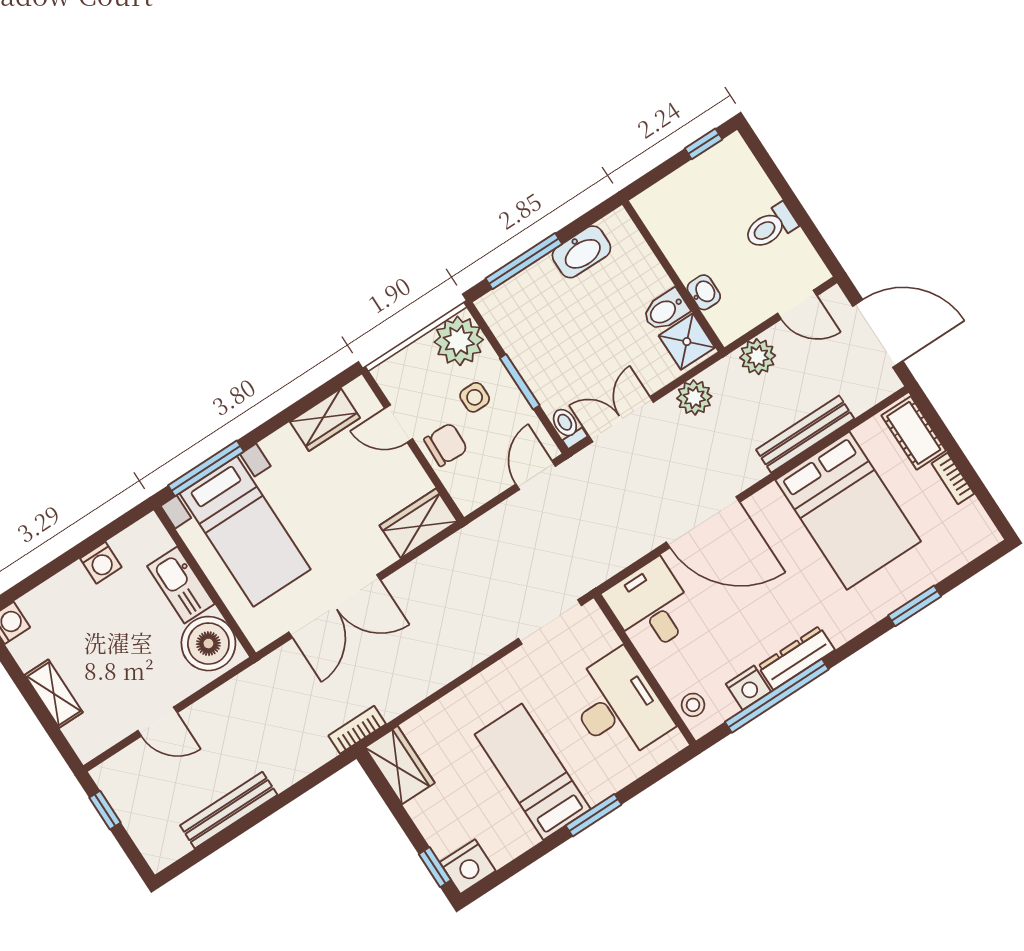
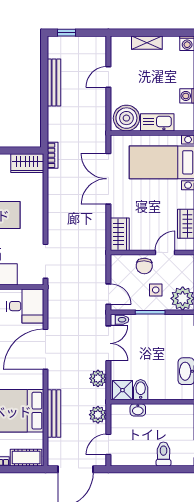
toilet: (770, 227) -> (163, 454), moved
window: (105, 810) -> (67, 33), moved

